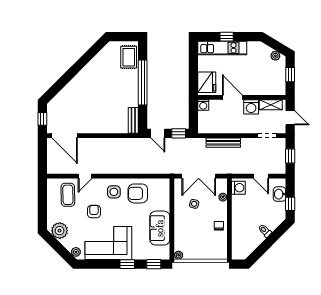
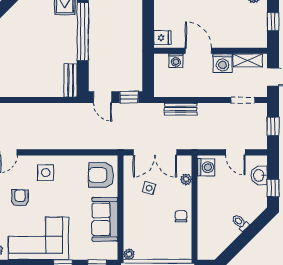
fridge: (207, 82) -> (162, 38), width x0.53, depth x0.75
washing machine: (203, 105) -> (176, 61), moved
bench: (223, 143) -> (181, 109), width x0.73
armchair: (138, 193) -> (101, 175), moved

